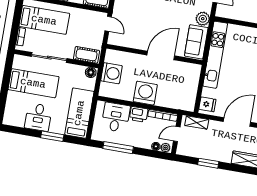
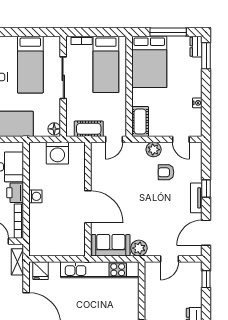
cot: (86, 55) -> (89, 129), moved, turned 90
washing machine: (145, 93) -> (35, 196), width x0.53, depth x0.53

